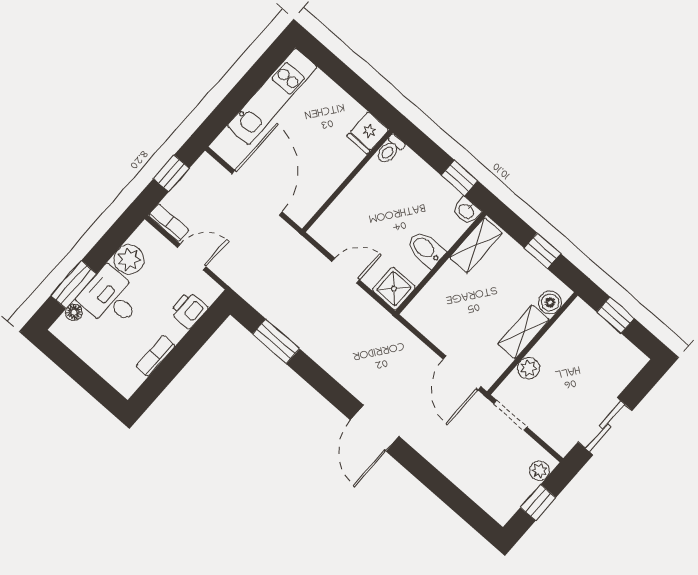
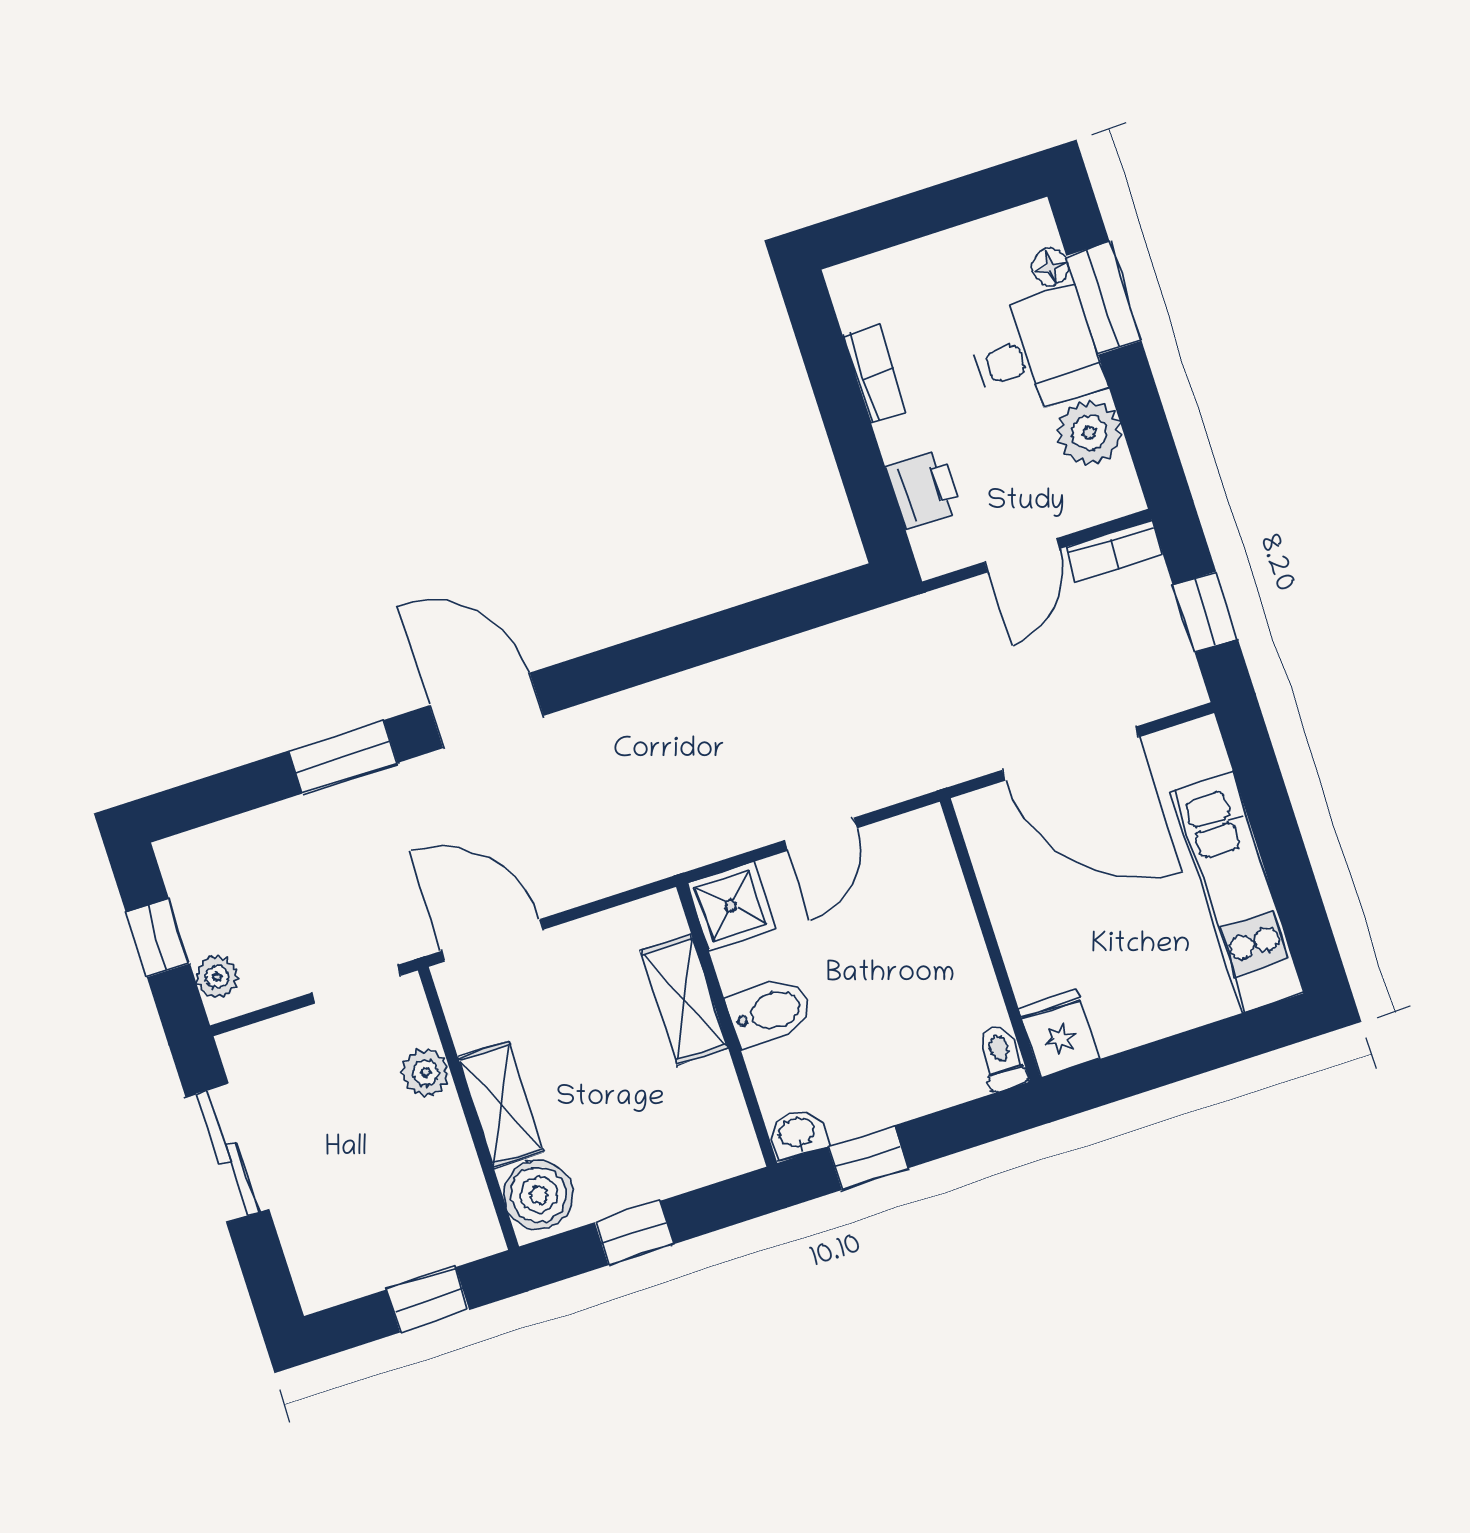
shelving: (476, 245) -> (684, 1000), moved
boiler: (550, 302) -> (538, 1195), width x1.36, depth x1.36
window: (276, 341) -> (343, 757), moved

